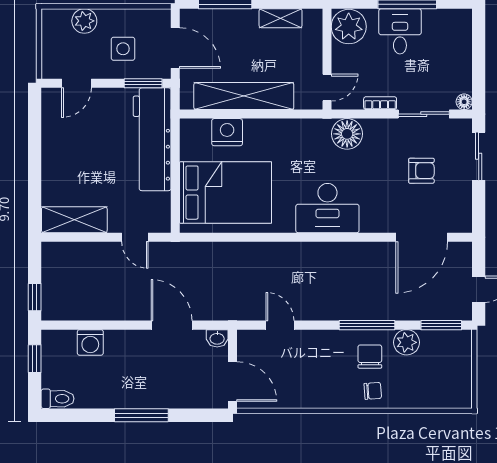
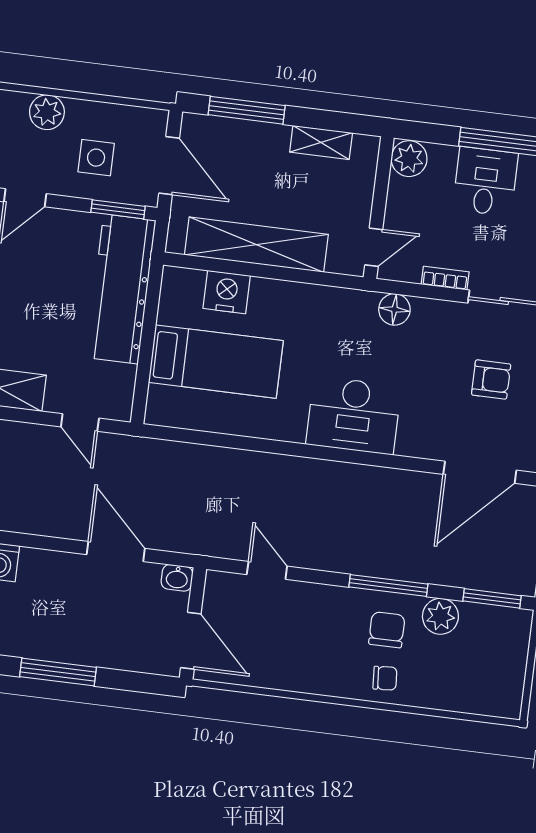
plant: (349, 27) -> (409, 159), width x0.73, depth x0.73
floor lamp: (347, 134) -> (394, 309), width x0.73, depth x0.73
bed: (225, 193) -> (216, 362), width x0.67

